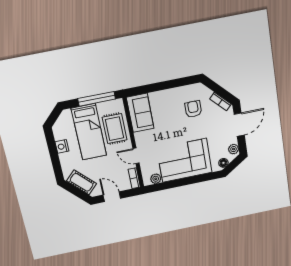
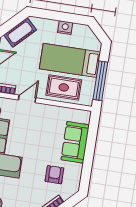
armchair: (193, 109) -> (54, 175), turned -90
sofa: (140, 113) -> (75, 142), moved, turned 90

